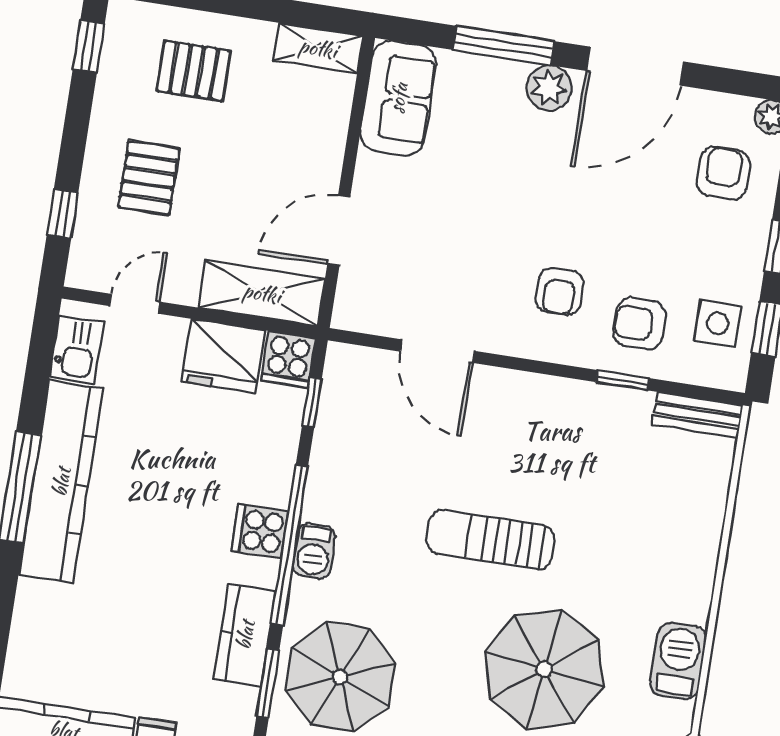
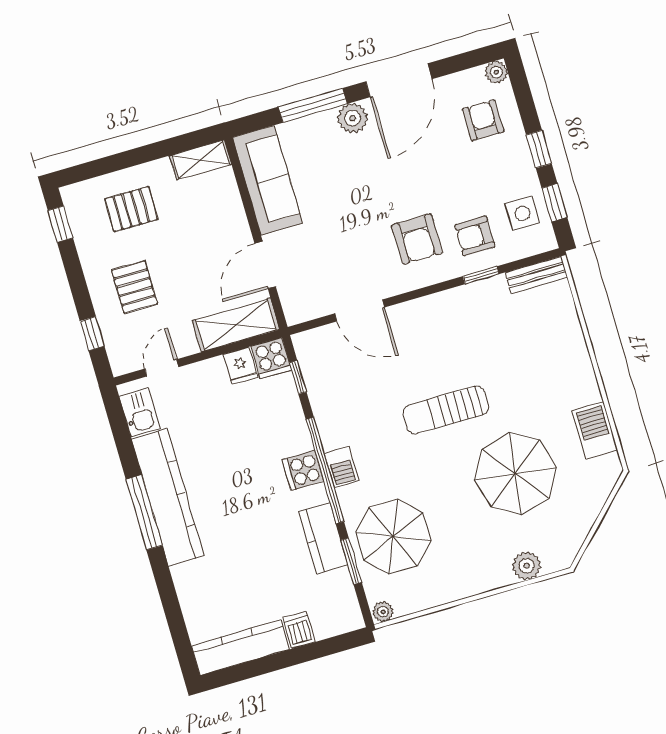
sofa: (398, 98) -> (267, 180), width x1.36
armchair: (560, 291) -> (417, 239), width x1.38, depth x1.38
fridge: (223, 356) -> (241, 366), width x0.53, depth x0.75

